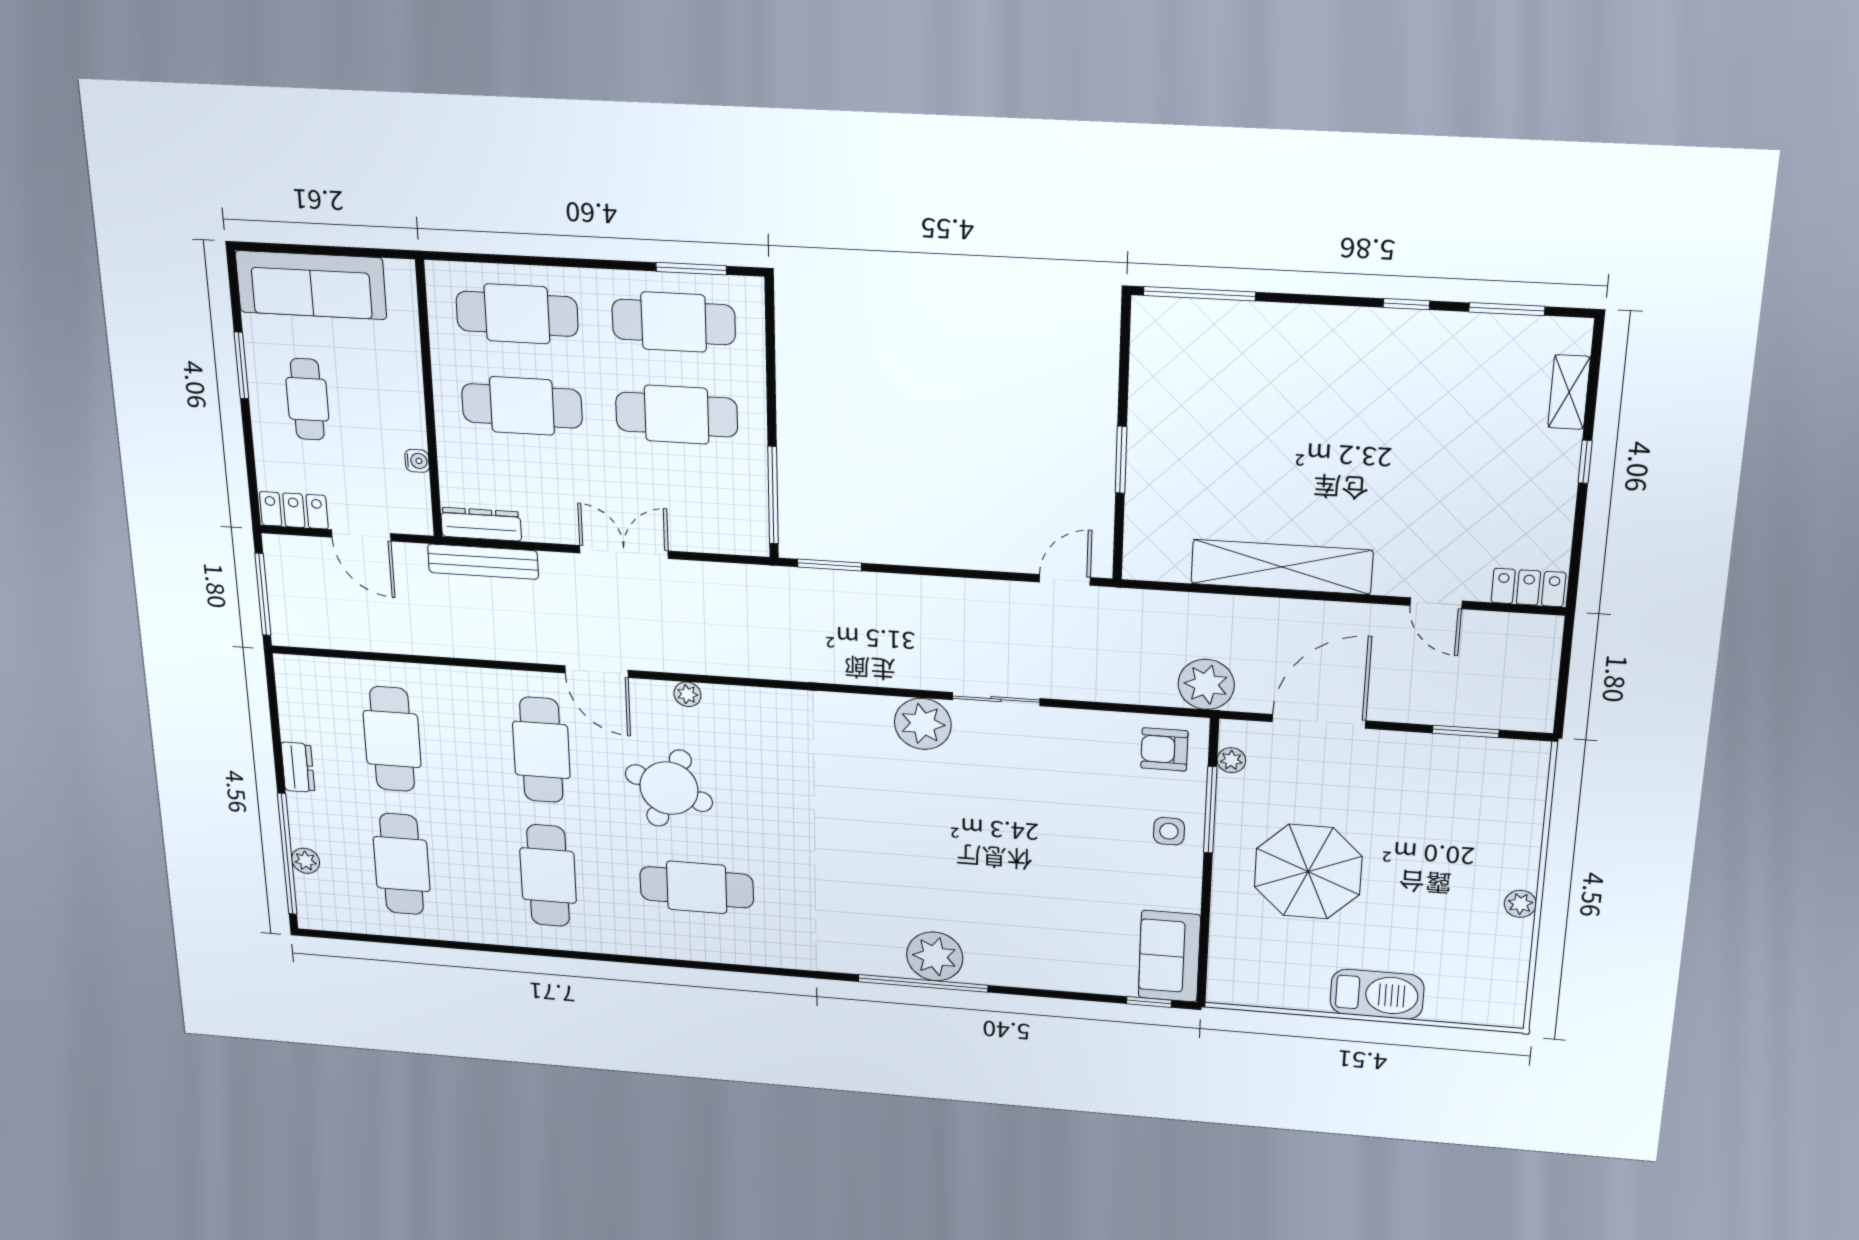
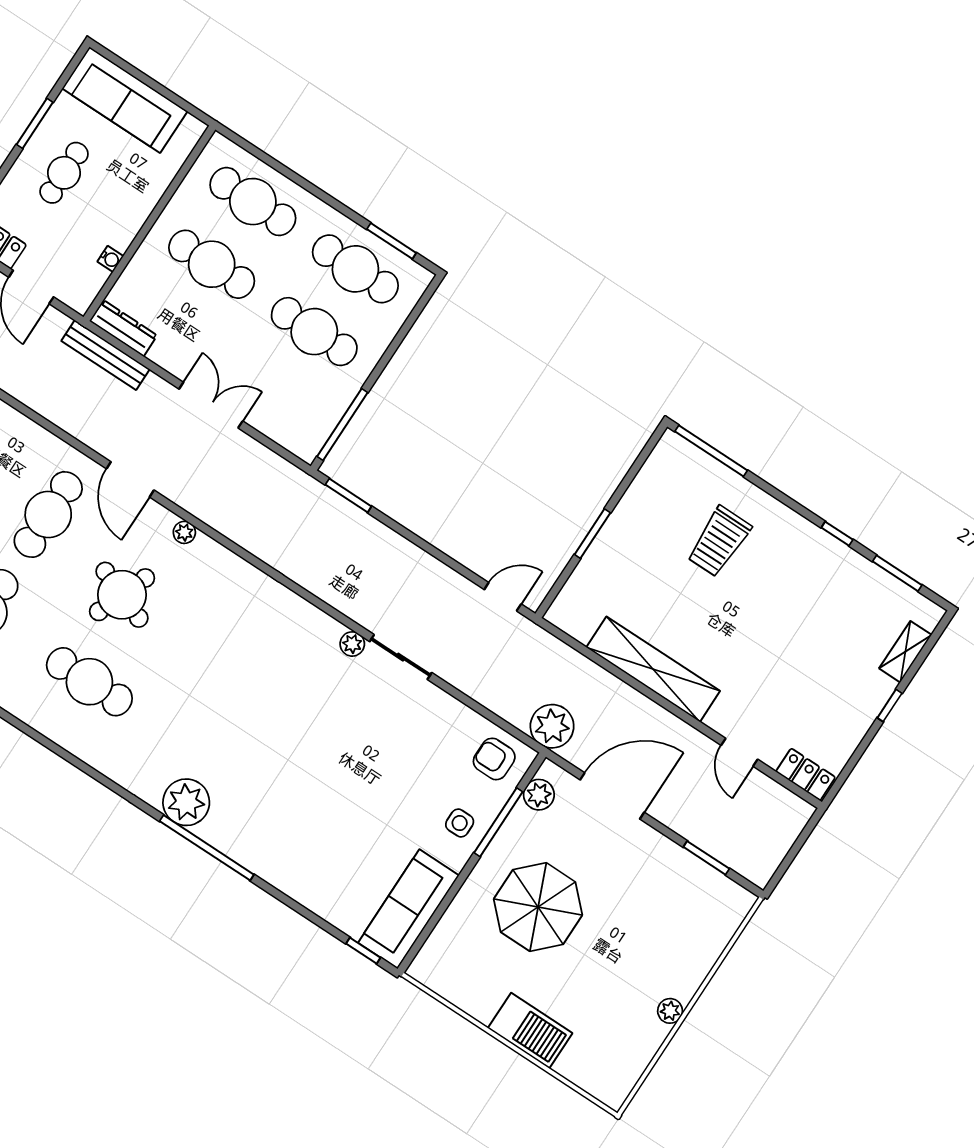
trolley: (1271, 389) -> (719, 541), added
plant: (923, 724) -> (352, 644), width x0.53, depth x0.53
plant: (1231, 760) -> (539, 795), width x1.38, depth x1.38
plant: (935, 956) -> (186, 802), moved
sofa: (1169, 956) -> (409, 909), width x1.36

